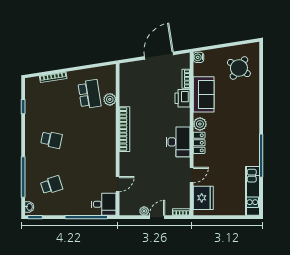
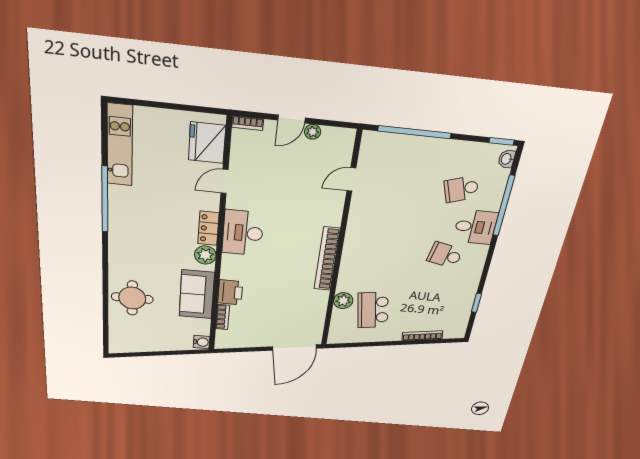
door: (159, 56) -> (294, 348), moved
round table: (239, 68) -> (132, 298), moved, turned -34
desk: (104, 204) -> (475, 227), moved, turned 180

